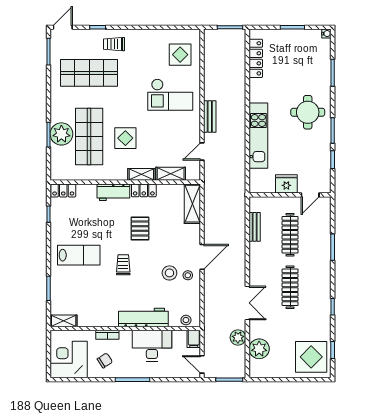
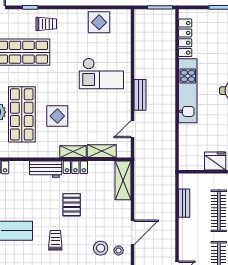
trolley: (114, 44) -> (46, 24), turned 180
display table: (180, 55) -> (99, 22), moved
kitchen unit: (258, 136) -> (188, 91), moved

